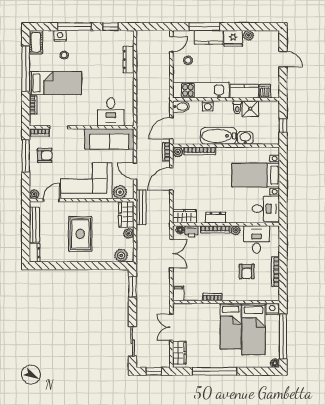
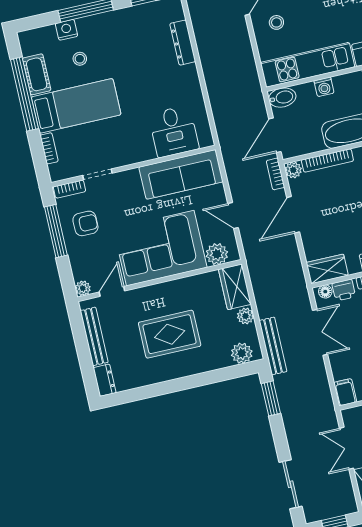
cot: (36, 42) -> (37, 74), moved
bench: (141, 207) -> (273, 346), moved
rug: (80, 234) -> (170, 334), turned 90

